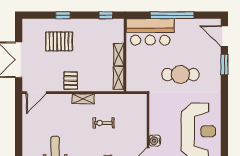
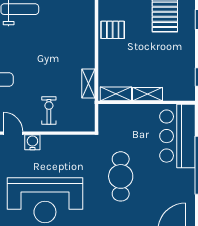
shelving: (83, 99) -> (88, 84), moved
exercise bike: (104, 123) -> (49, 111), moved

